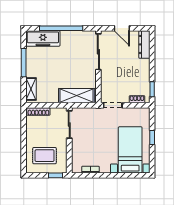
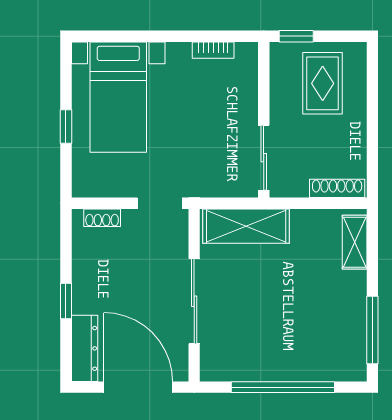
door: (122, 28) -> (138, 387), width x1.87
freezer: (43, 38) -> (326, 363), removed
sliding door: (98, 52) -> (194, 301), moved
window: (24, 63) -> (372, 330), moved
window: (152, 89) -> (66, 301), moved
rug: (45, 156) -> (323, 83), turned 90

